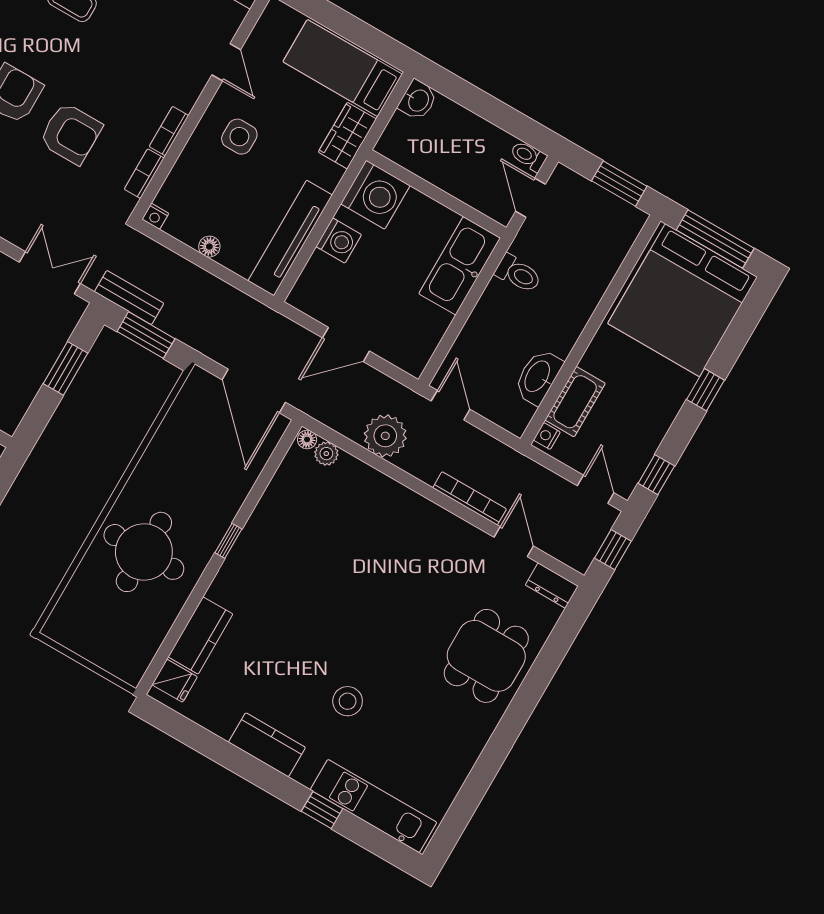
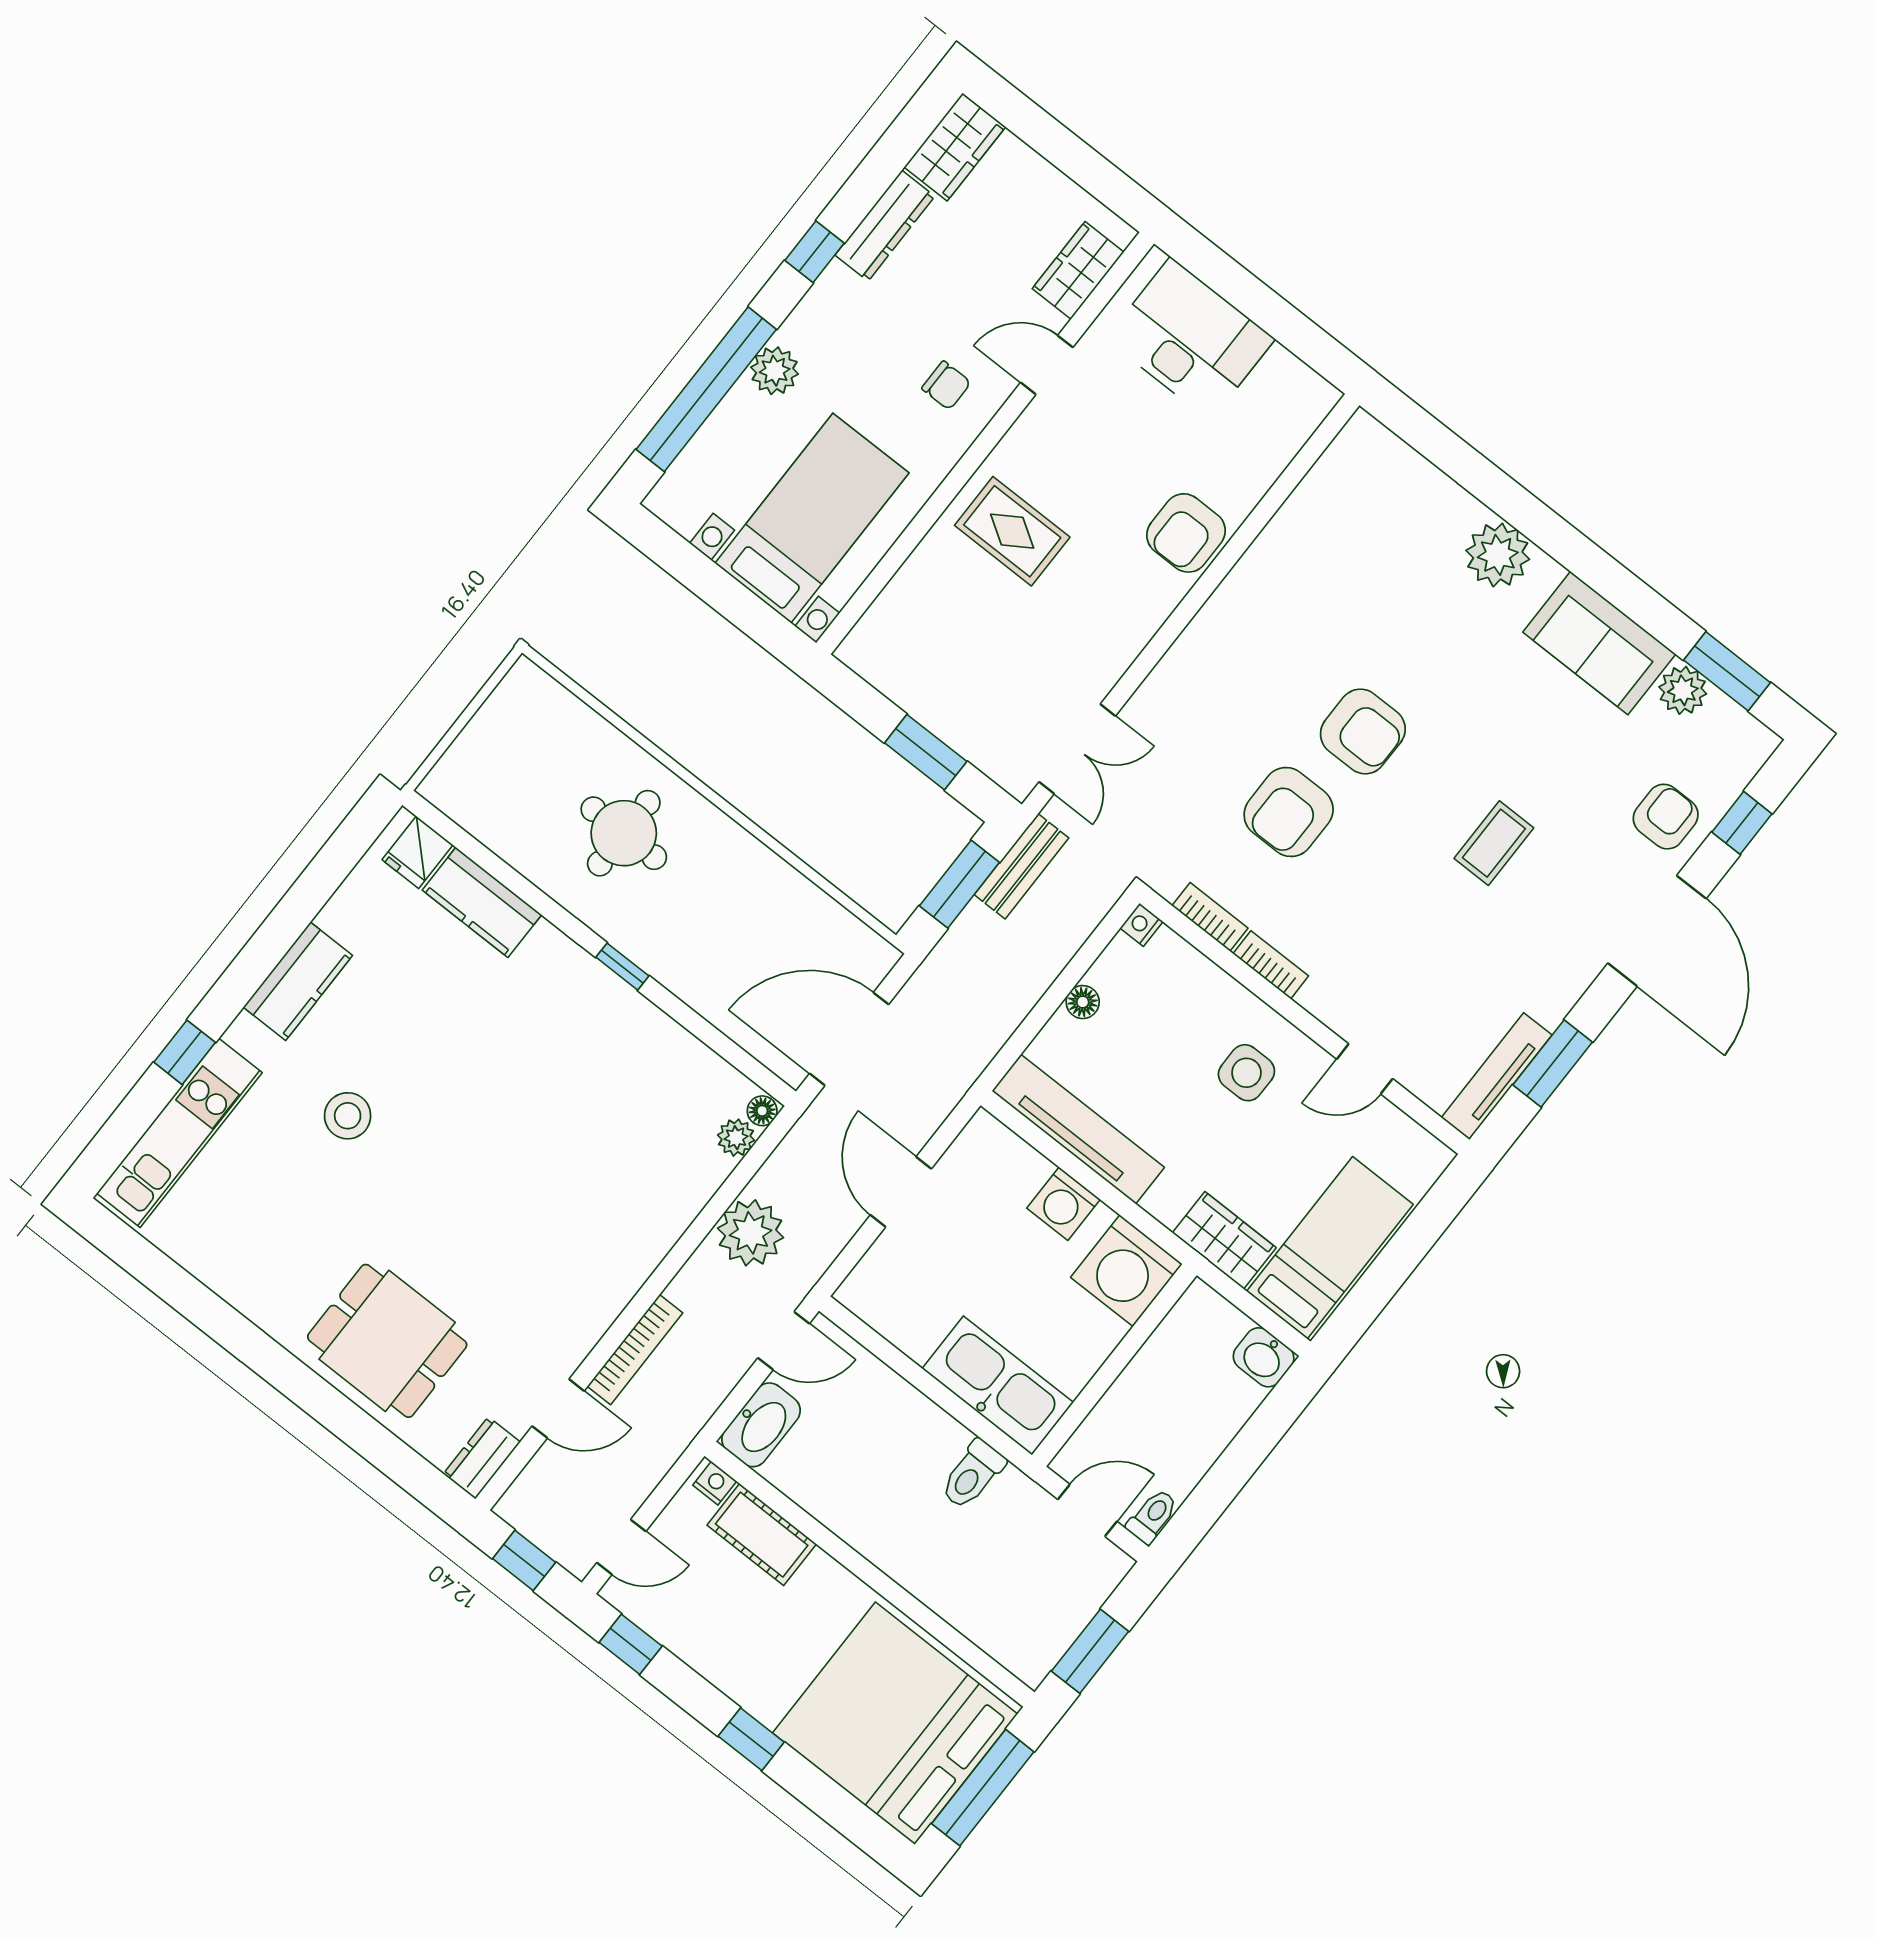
washbasin: (538, 377) -> (761, 1425), moved, turned 90
round table: (144, 552) -> (624, 833), width x0.73, depth x0.73

